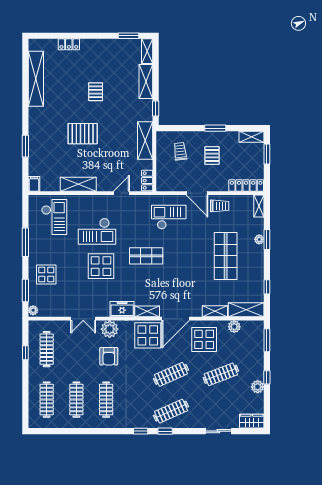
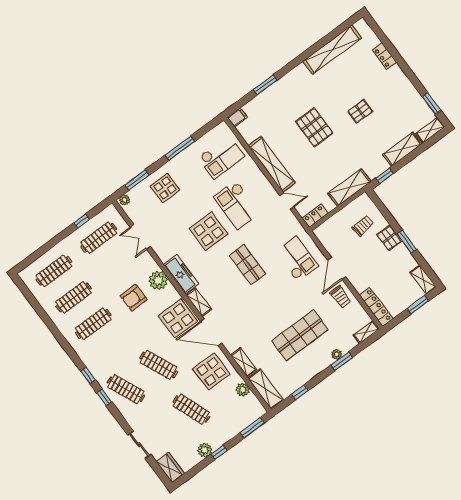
pallet: (212, 156) -> (389, 238), moved, turned 90
shelving: (78, 184) -> (272, 164), width x1.47
freezer: (122, 309) -> (181, 274), width x1.40
double door: (83, 319) -> (140, 237), moved

